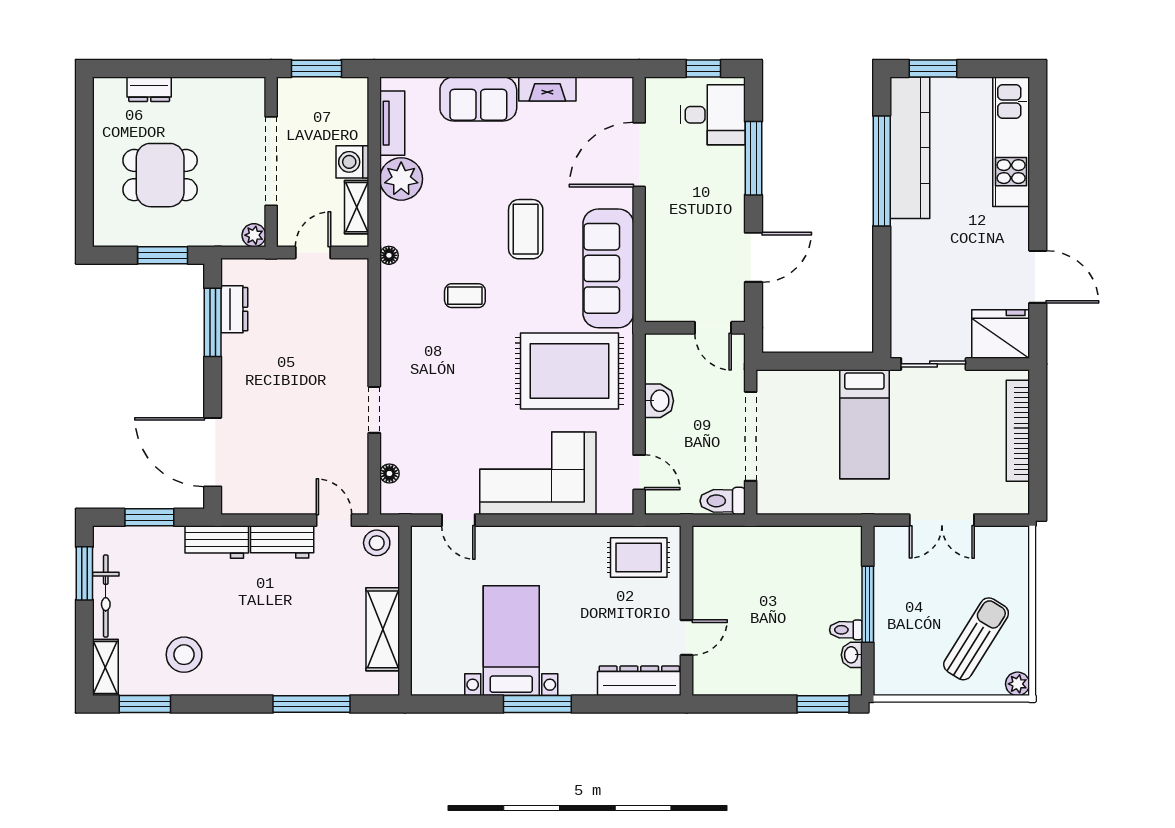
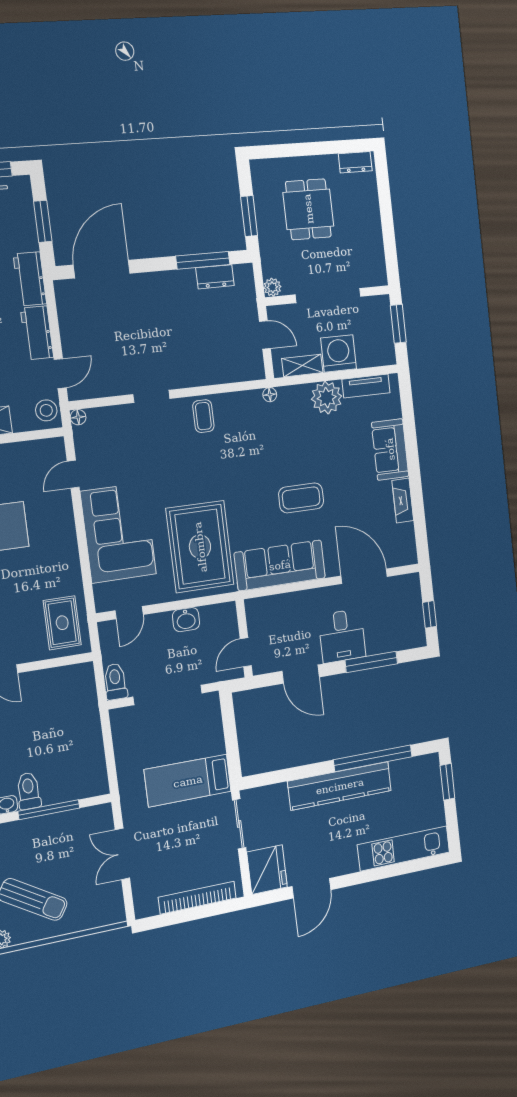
dresser: (149, 89) -> (355, 162), moved, turned -90
desk: (713, 115) -> (342, 636), moved
kitchen counter: (910, 148) -> (340, 786), moved
washing machine: (352, 162) -> (339, 353), width x1.37, depth x1.37
coffee table: (465, 296) -> (203, 416), moved
floor lamp: (389, 473) -> (78, 417), moved
toilet: (846, 630) -> (29, 791), width x1.37, depth x1.39

